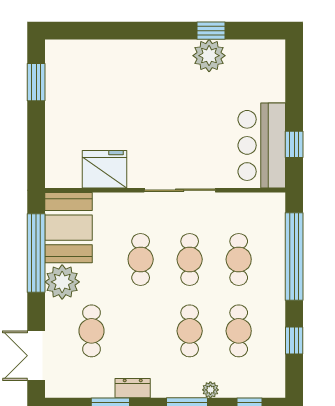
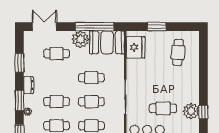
window: (36, 82) -> (157, 27), moved
cafe table: (89, 82) -> (178, 52), added
cafe table: (203, 113) -> (163, 108), added
fridge: (105, 169) -> (136, 47), moved
dresser: (133, 388) -> (29, 85), moved

